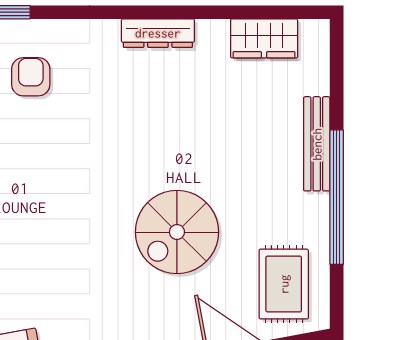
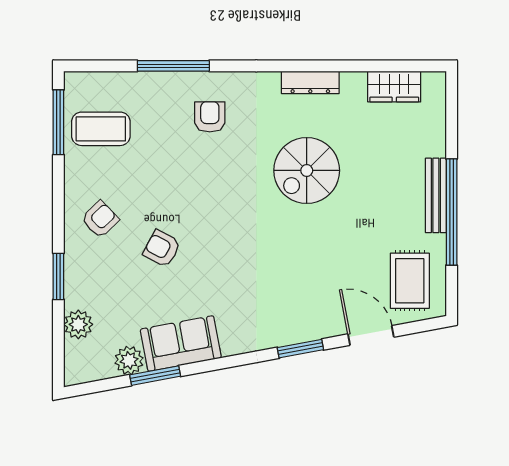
bench: (317, 144) -> (436, 195), moved
spiral stairs: (177, 232) -> (307, 170), moved

